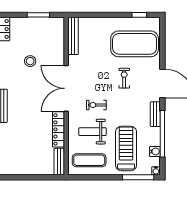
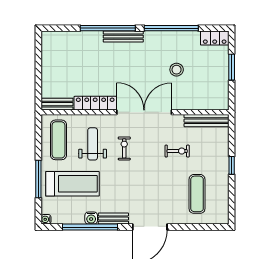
window: (38, 15) -> (232, 67), moved
window: (139, 15) -> (232, 165), moved
exercise mat: (135, 44) -> (197, 194), width x0.50, depth x0.69
exercise bike: (124, 78) -> (177, 151), moved
water cooler: (155, 151) -> (91, 218), moved
window: (138, 177) -> (38, 179), moved

